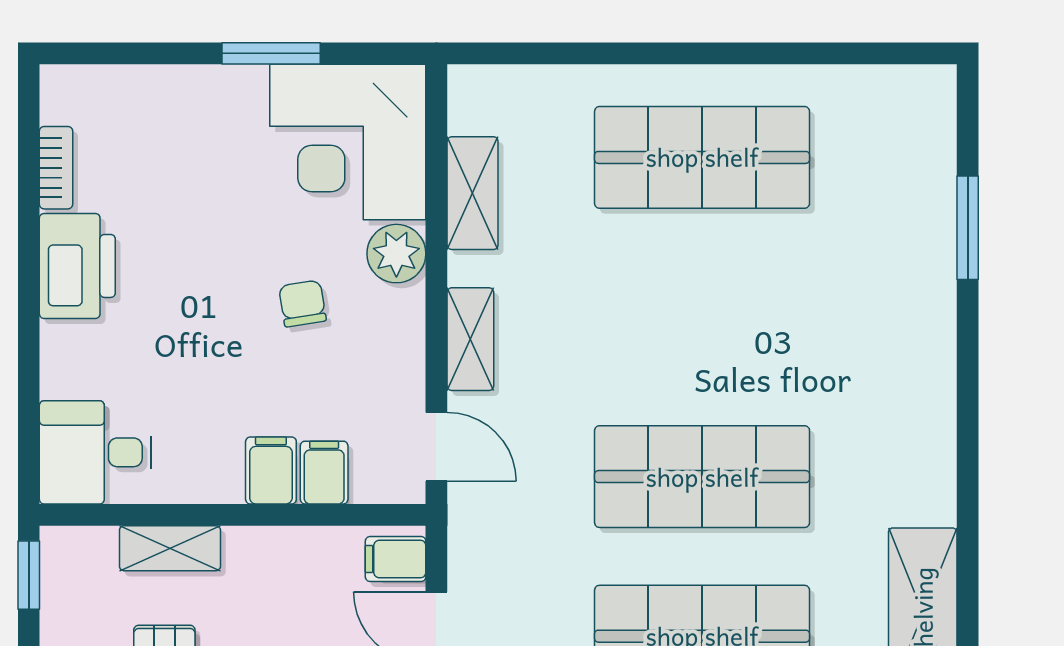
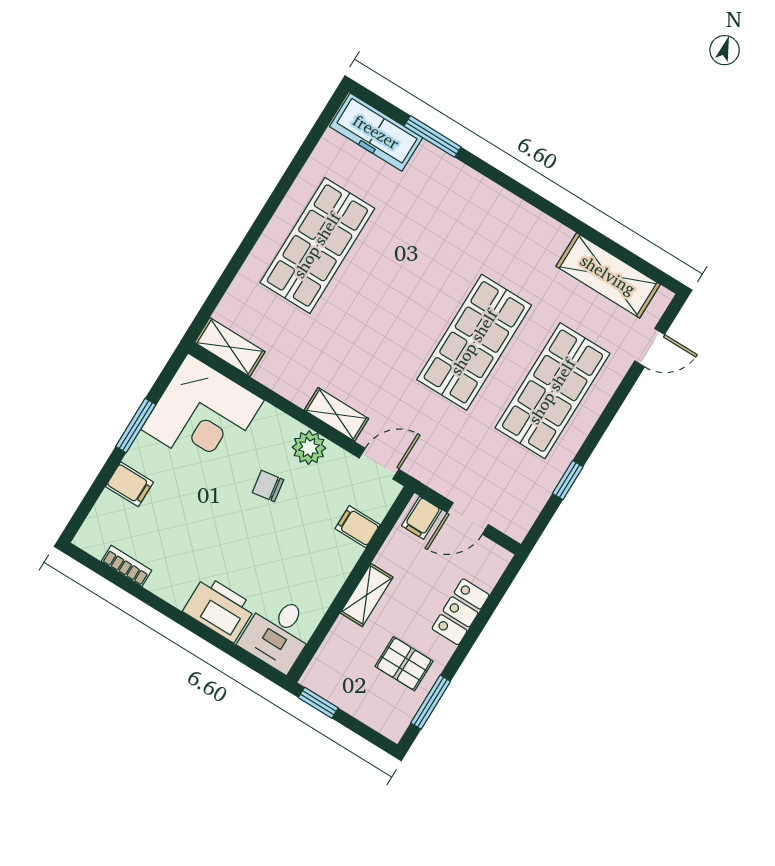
freezer: (923, 141) -> (376, 132), added
shelving: (473, 193) -> (230, 347), moved
plant: (396, 254) -> (309, 448), moved
printer: (77, 266) -> (219, 609), moved
filing cabinet: (271, 470) -> (129, 484), moved, turned 180
shelving: (170, 548) -> (367, 595), moved

